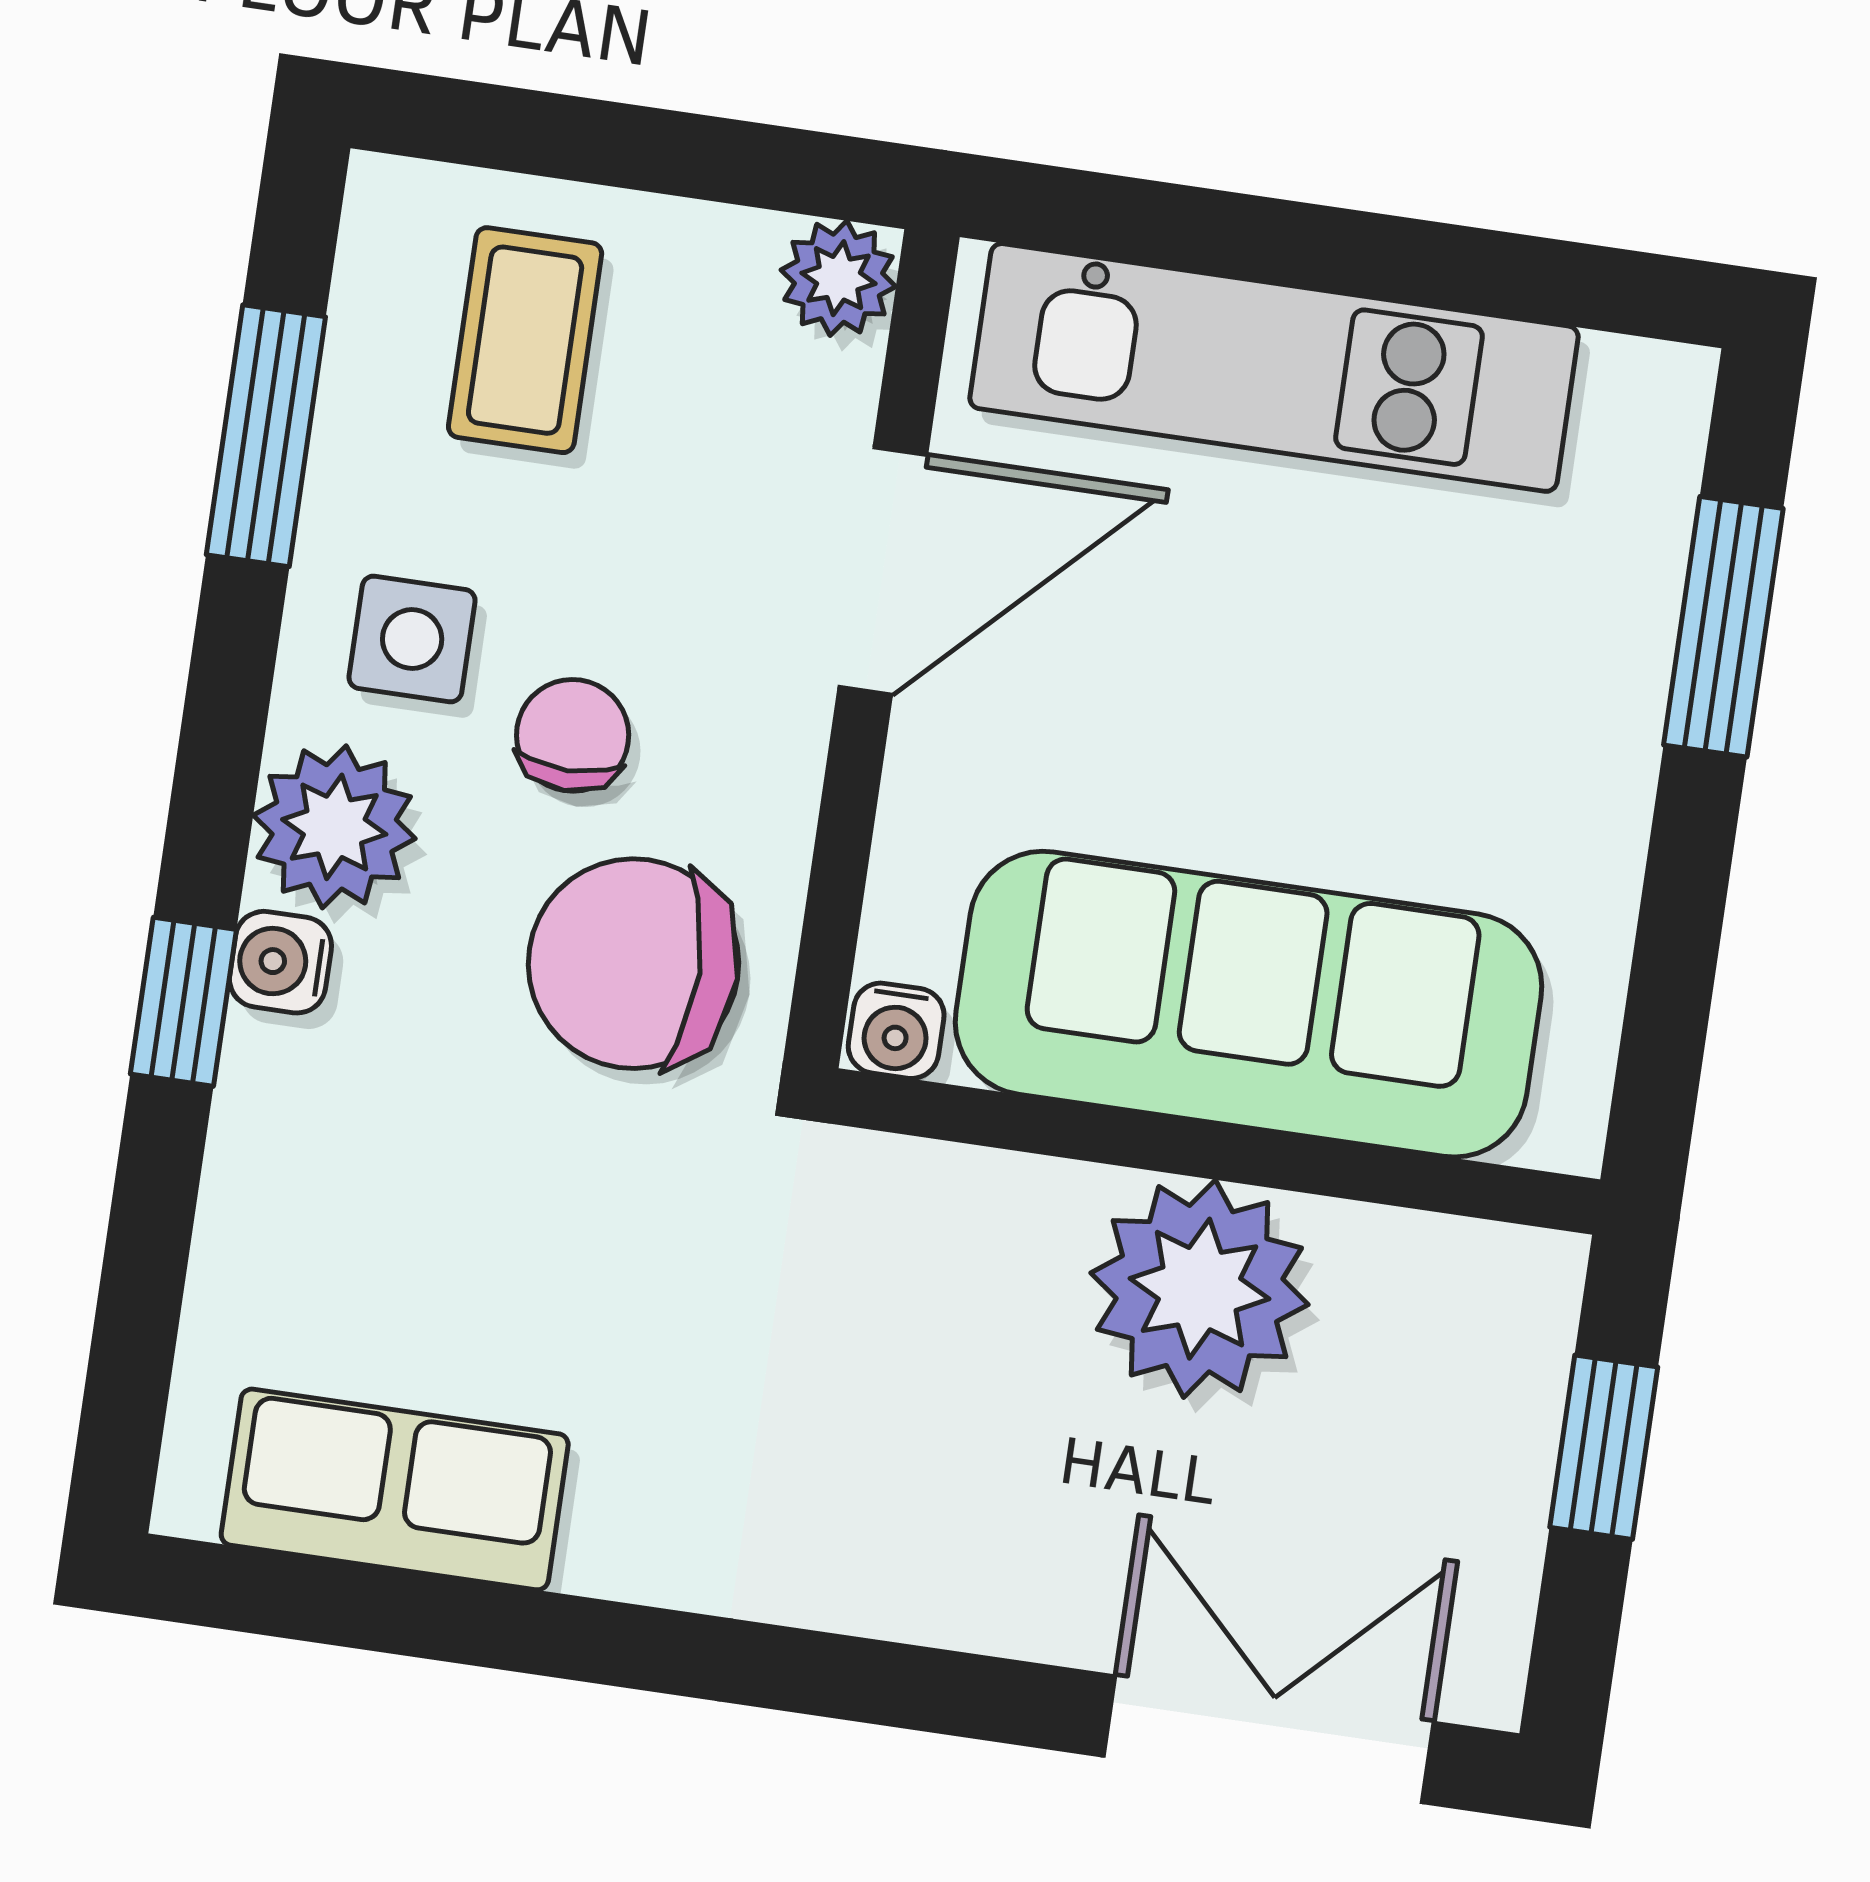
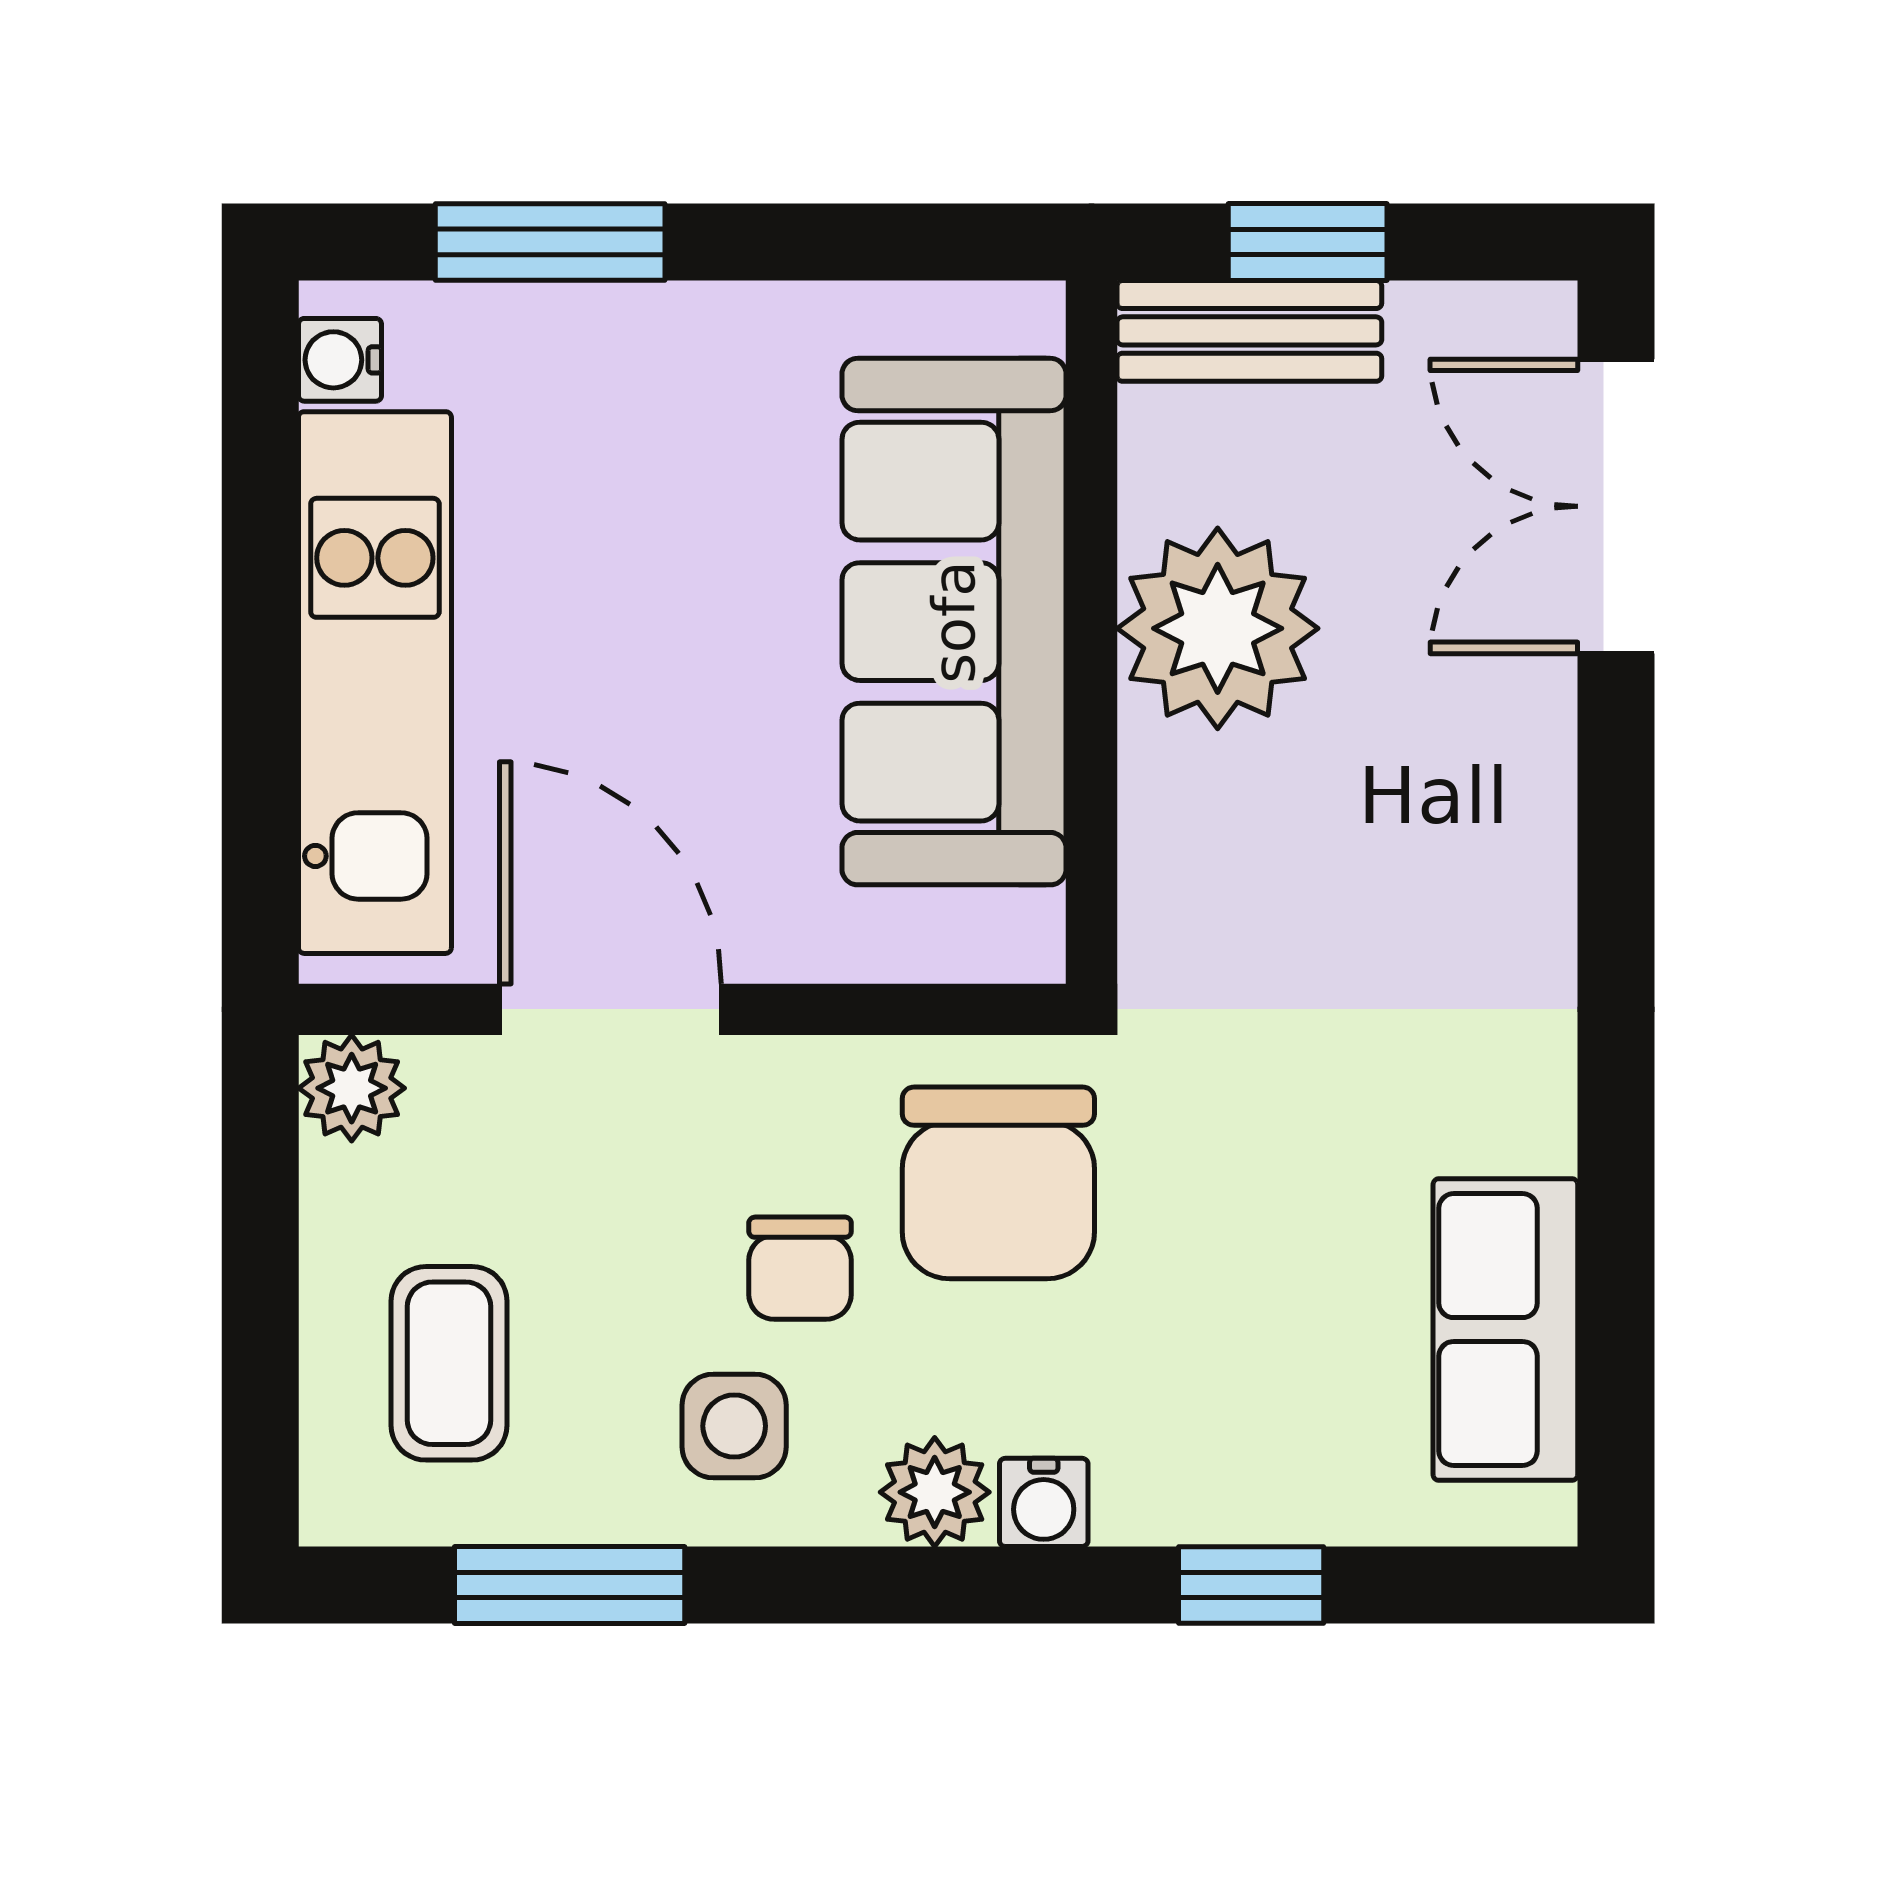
coffee table: (525, 340) -> (449, 1363), turned 90
chair: (573, 735) -> (800, 1268), turned -90
plant: (334, 827) -> (935, 1492), width x0.73, depth x0.73
window: (183, 1002) -> (1251, 1585), moved
water cooler: (896, 1031) -> (340, 360), moved, turned 180
bench: (1517, 1370) -> (1249, 331), added

